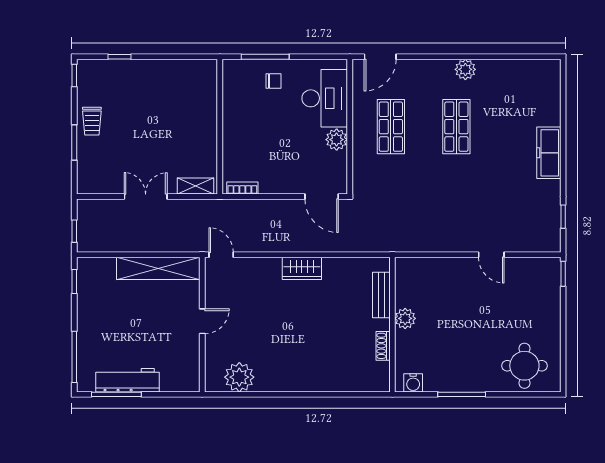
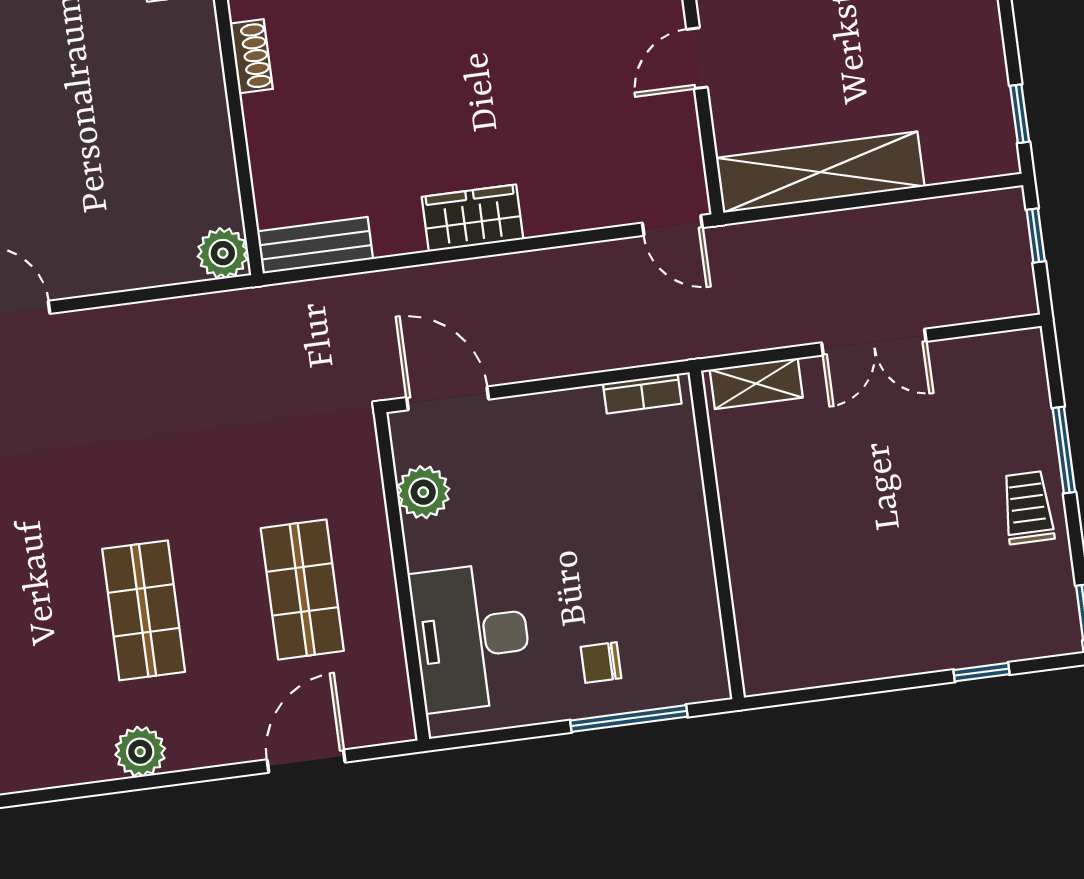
door: (380, 57) -> (306, 761), moved
plant: (337, 140) -> (423, 492), moved
bench: (381, 295) -> (315, 245), moved, turned 90
plant: (405, 318) -> (223, 253), moved

